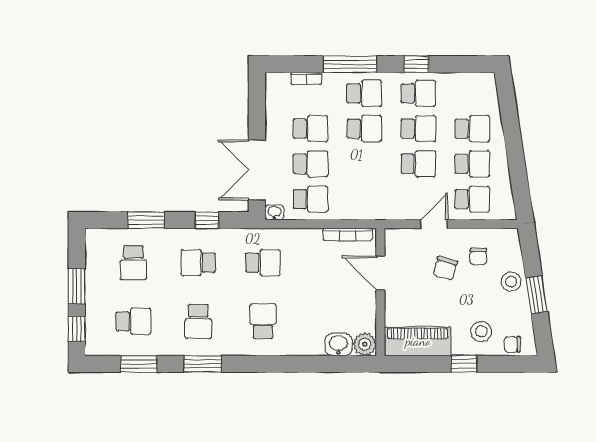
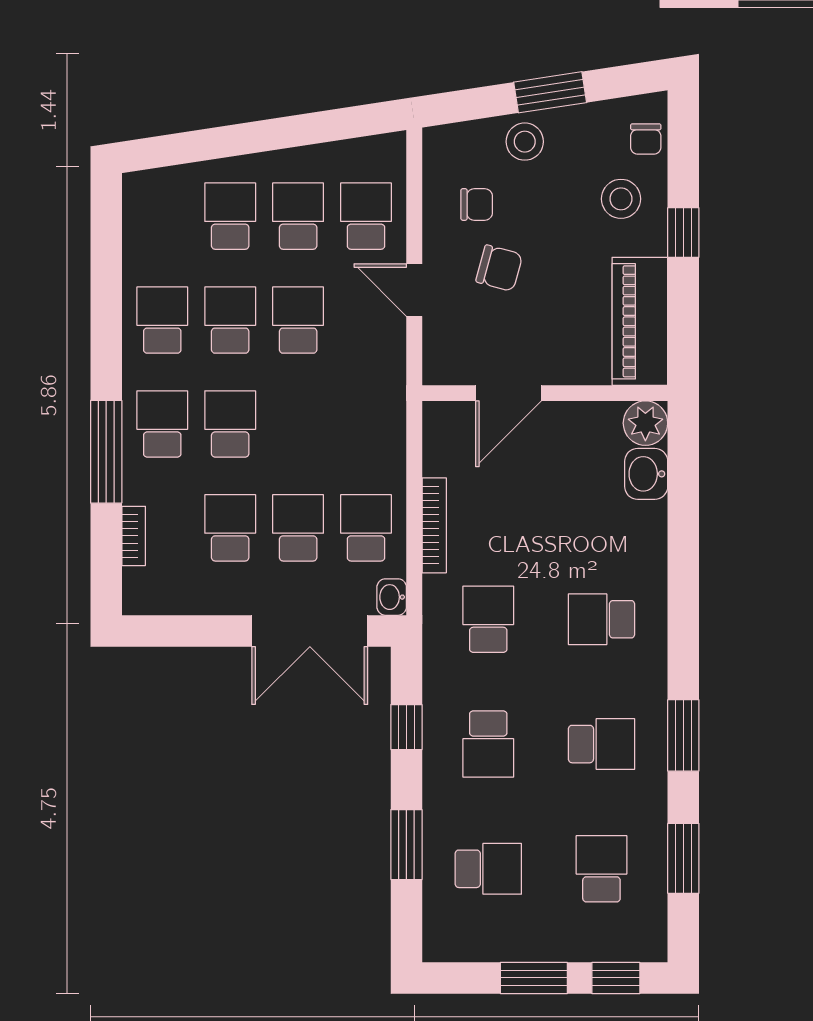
window: (416, 64) -> (106, 324), removed
bookcase: (348, 235) -> (434, 525), moved

